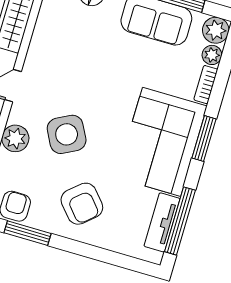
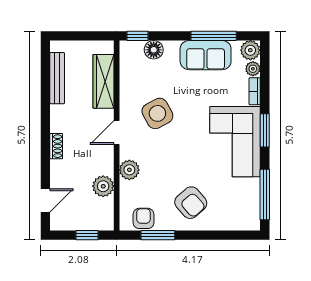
side table: (67, 134) -> (157, 113), moved
tv unit: (162, 222) -> (252, 199), removed

